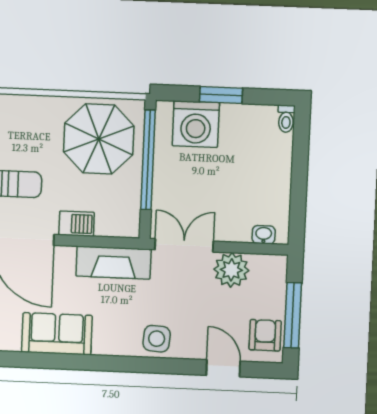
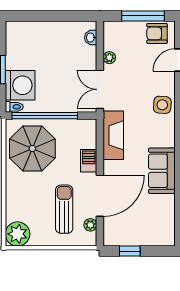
toilet: (286, 119) -> (14, 107), moved
plant: (231, 270) -> (109, 58), width x0.53, depth x0.53

